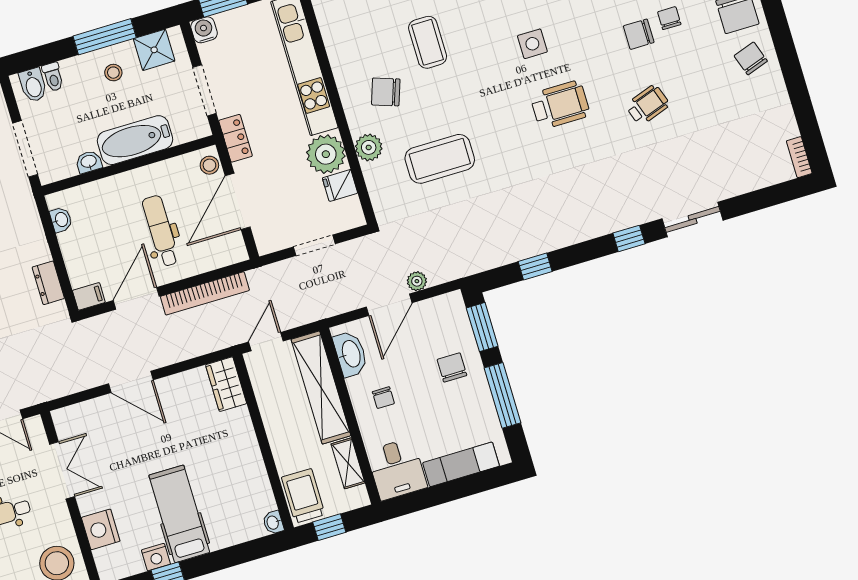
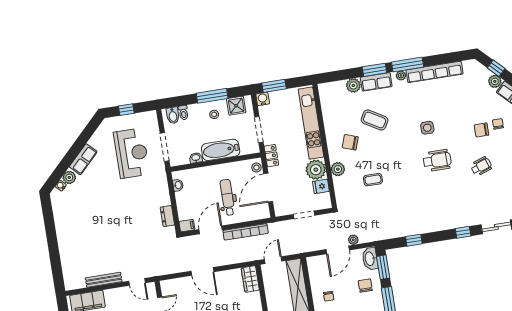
coffee table: (428, 42) -> (375, 120), turned -59
coffee table: (440, 159) -> (373, 180), width x0.54, depth x0.58
washbasin: (350, 354) -> (370, 259), moved, turned 180

